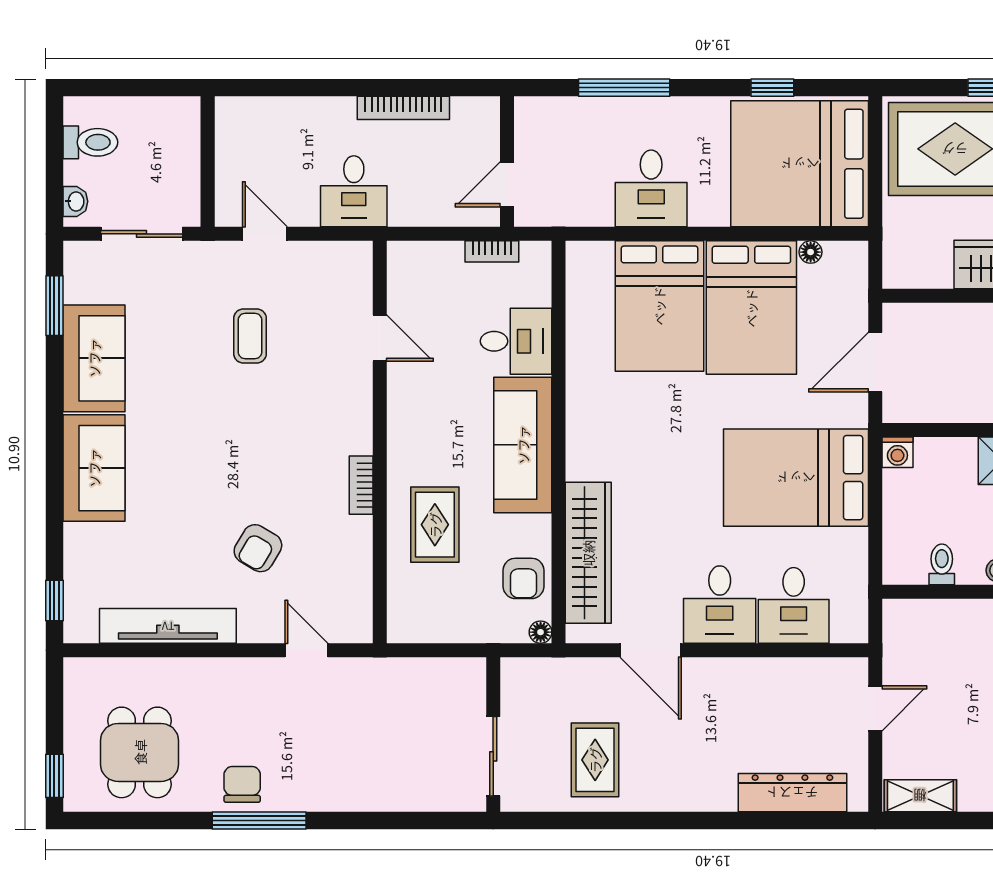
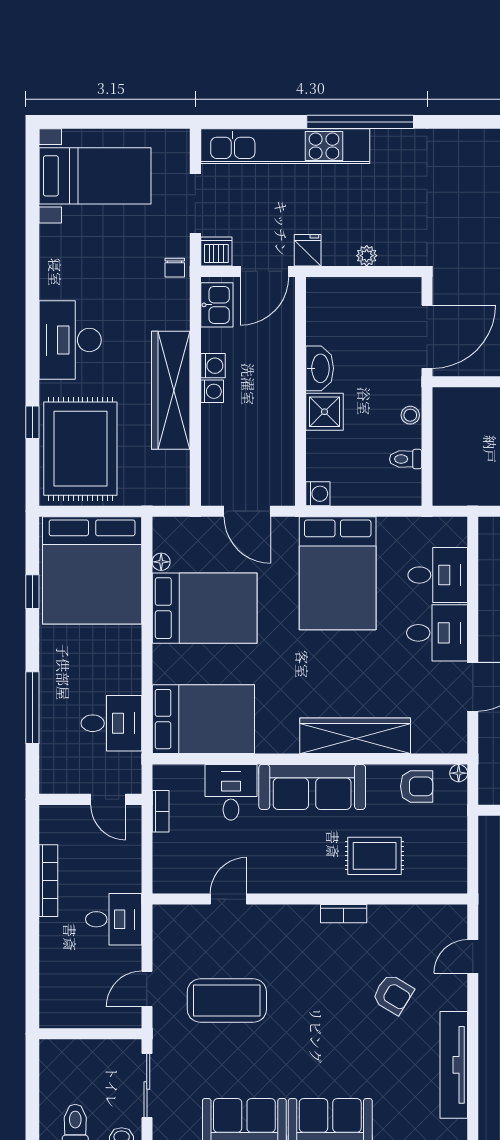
desk: (651, 188) -> (111, 723), moved
bed: (659, 306) -> (203, 719), moved
coffee table: (250, 336) -> (227, 1001), width x1.86, depth x1.72
wardrobe: (588, 553) -> (355, 736), moved

